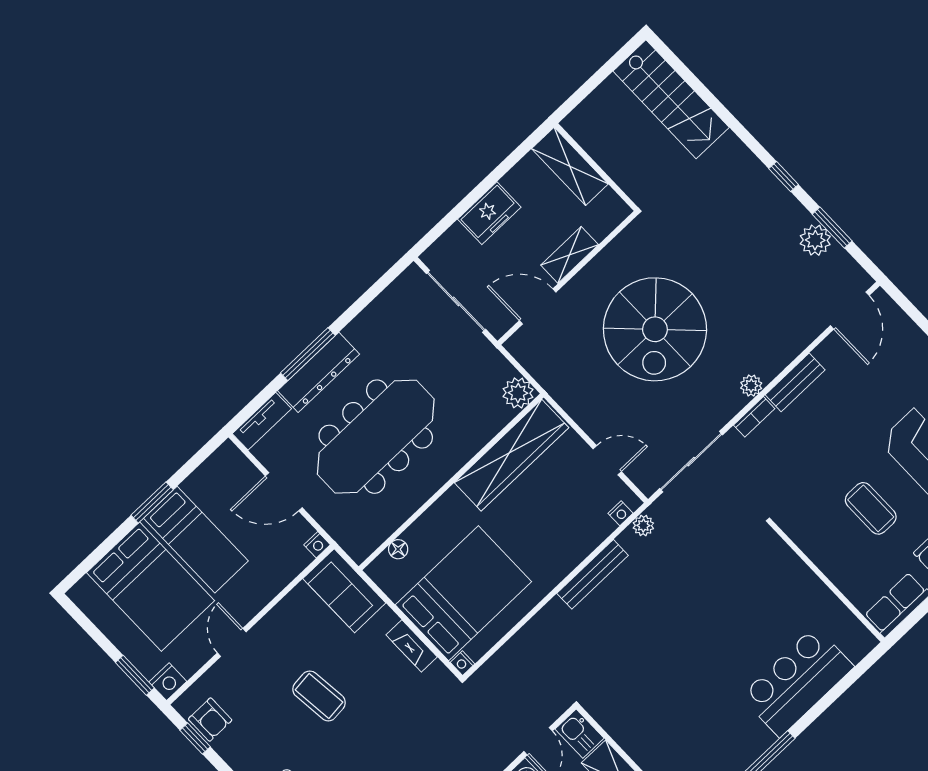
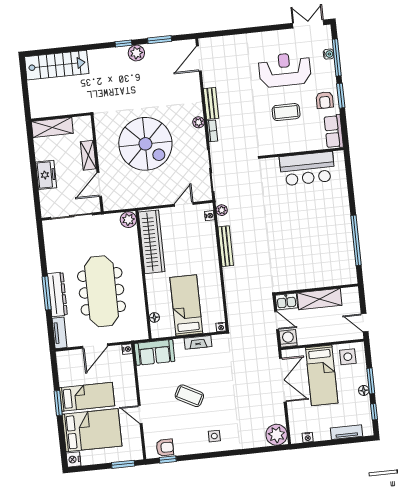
plant: (815, 240) -> (136, 53), moved
door: (850, 311) -> (199, 59), swing flipped
bed: (463, 593) -> (186, 305), width x0.67
nightstand: (168, 682) -> (74, 459), moved, turned 180
bar counter: (797, 682) -> (307, 169), moved, turned -90
coffee table: (319, 696) -> (189, 396), turned 34

